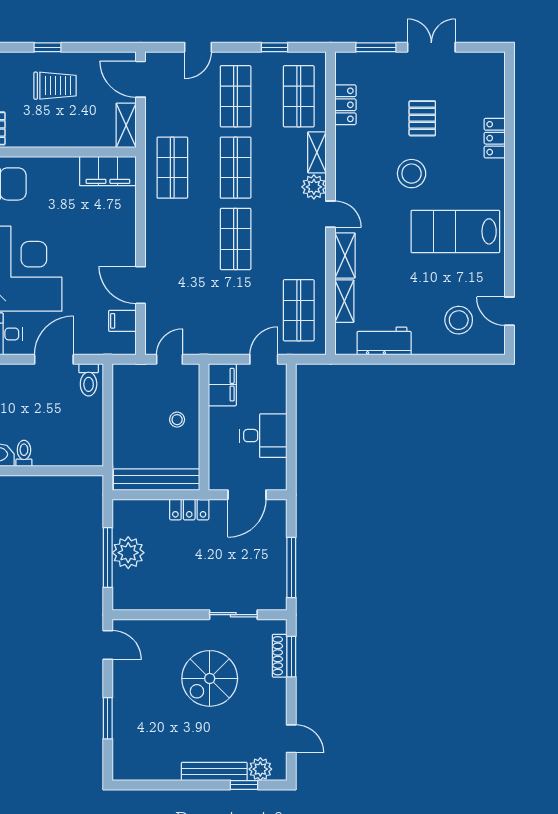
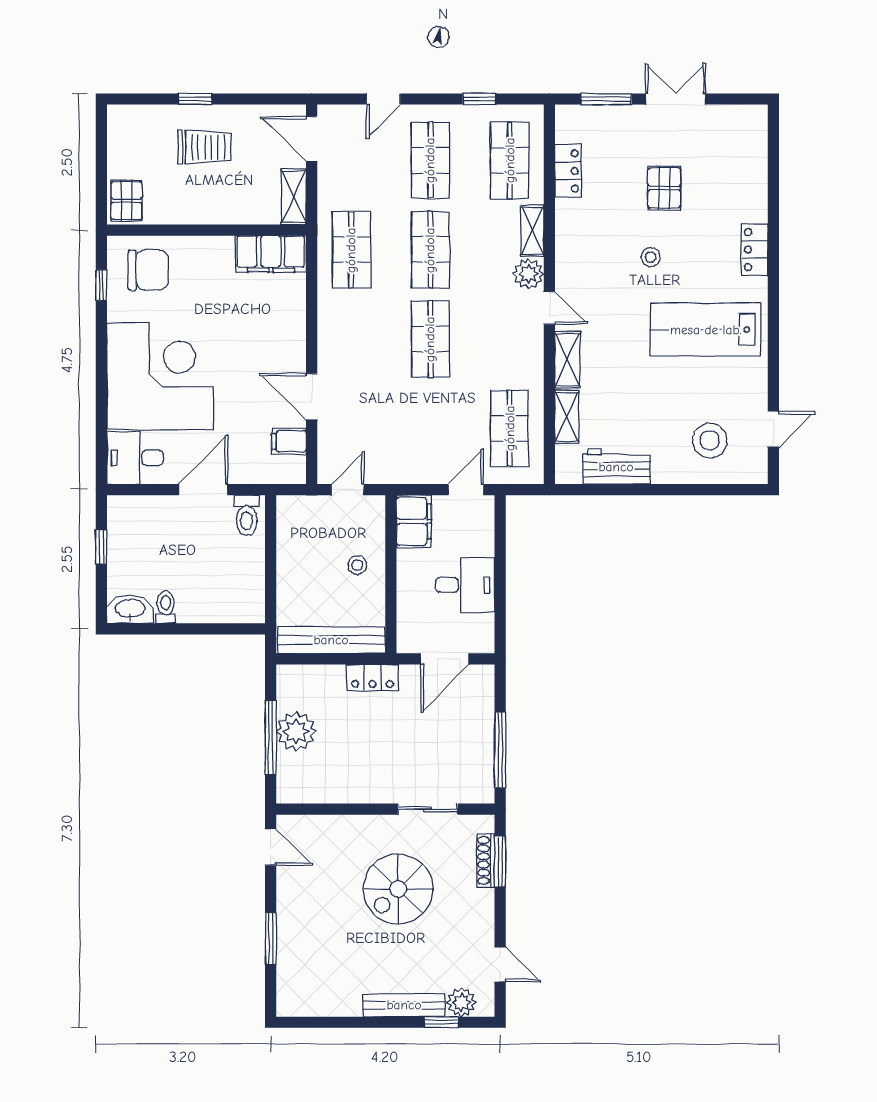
locker: (495, 138) -> (755, 250), moved
stool: (412, 174) -> (651, 257), width x0.53, depth x0.53
door: (509, 311) -> (773, 429), swing flipped

